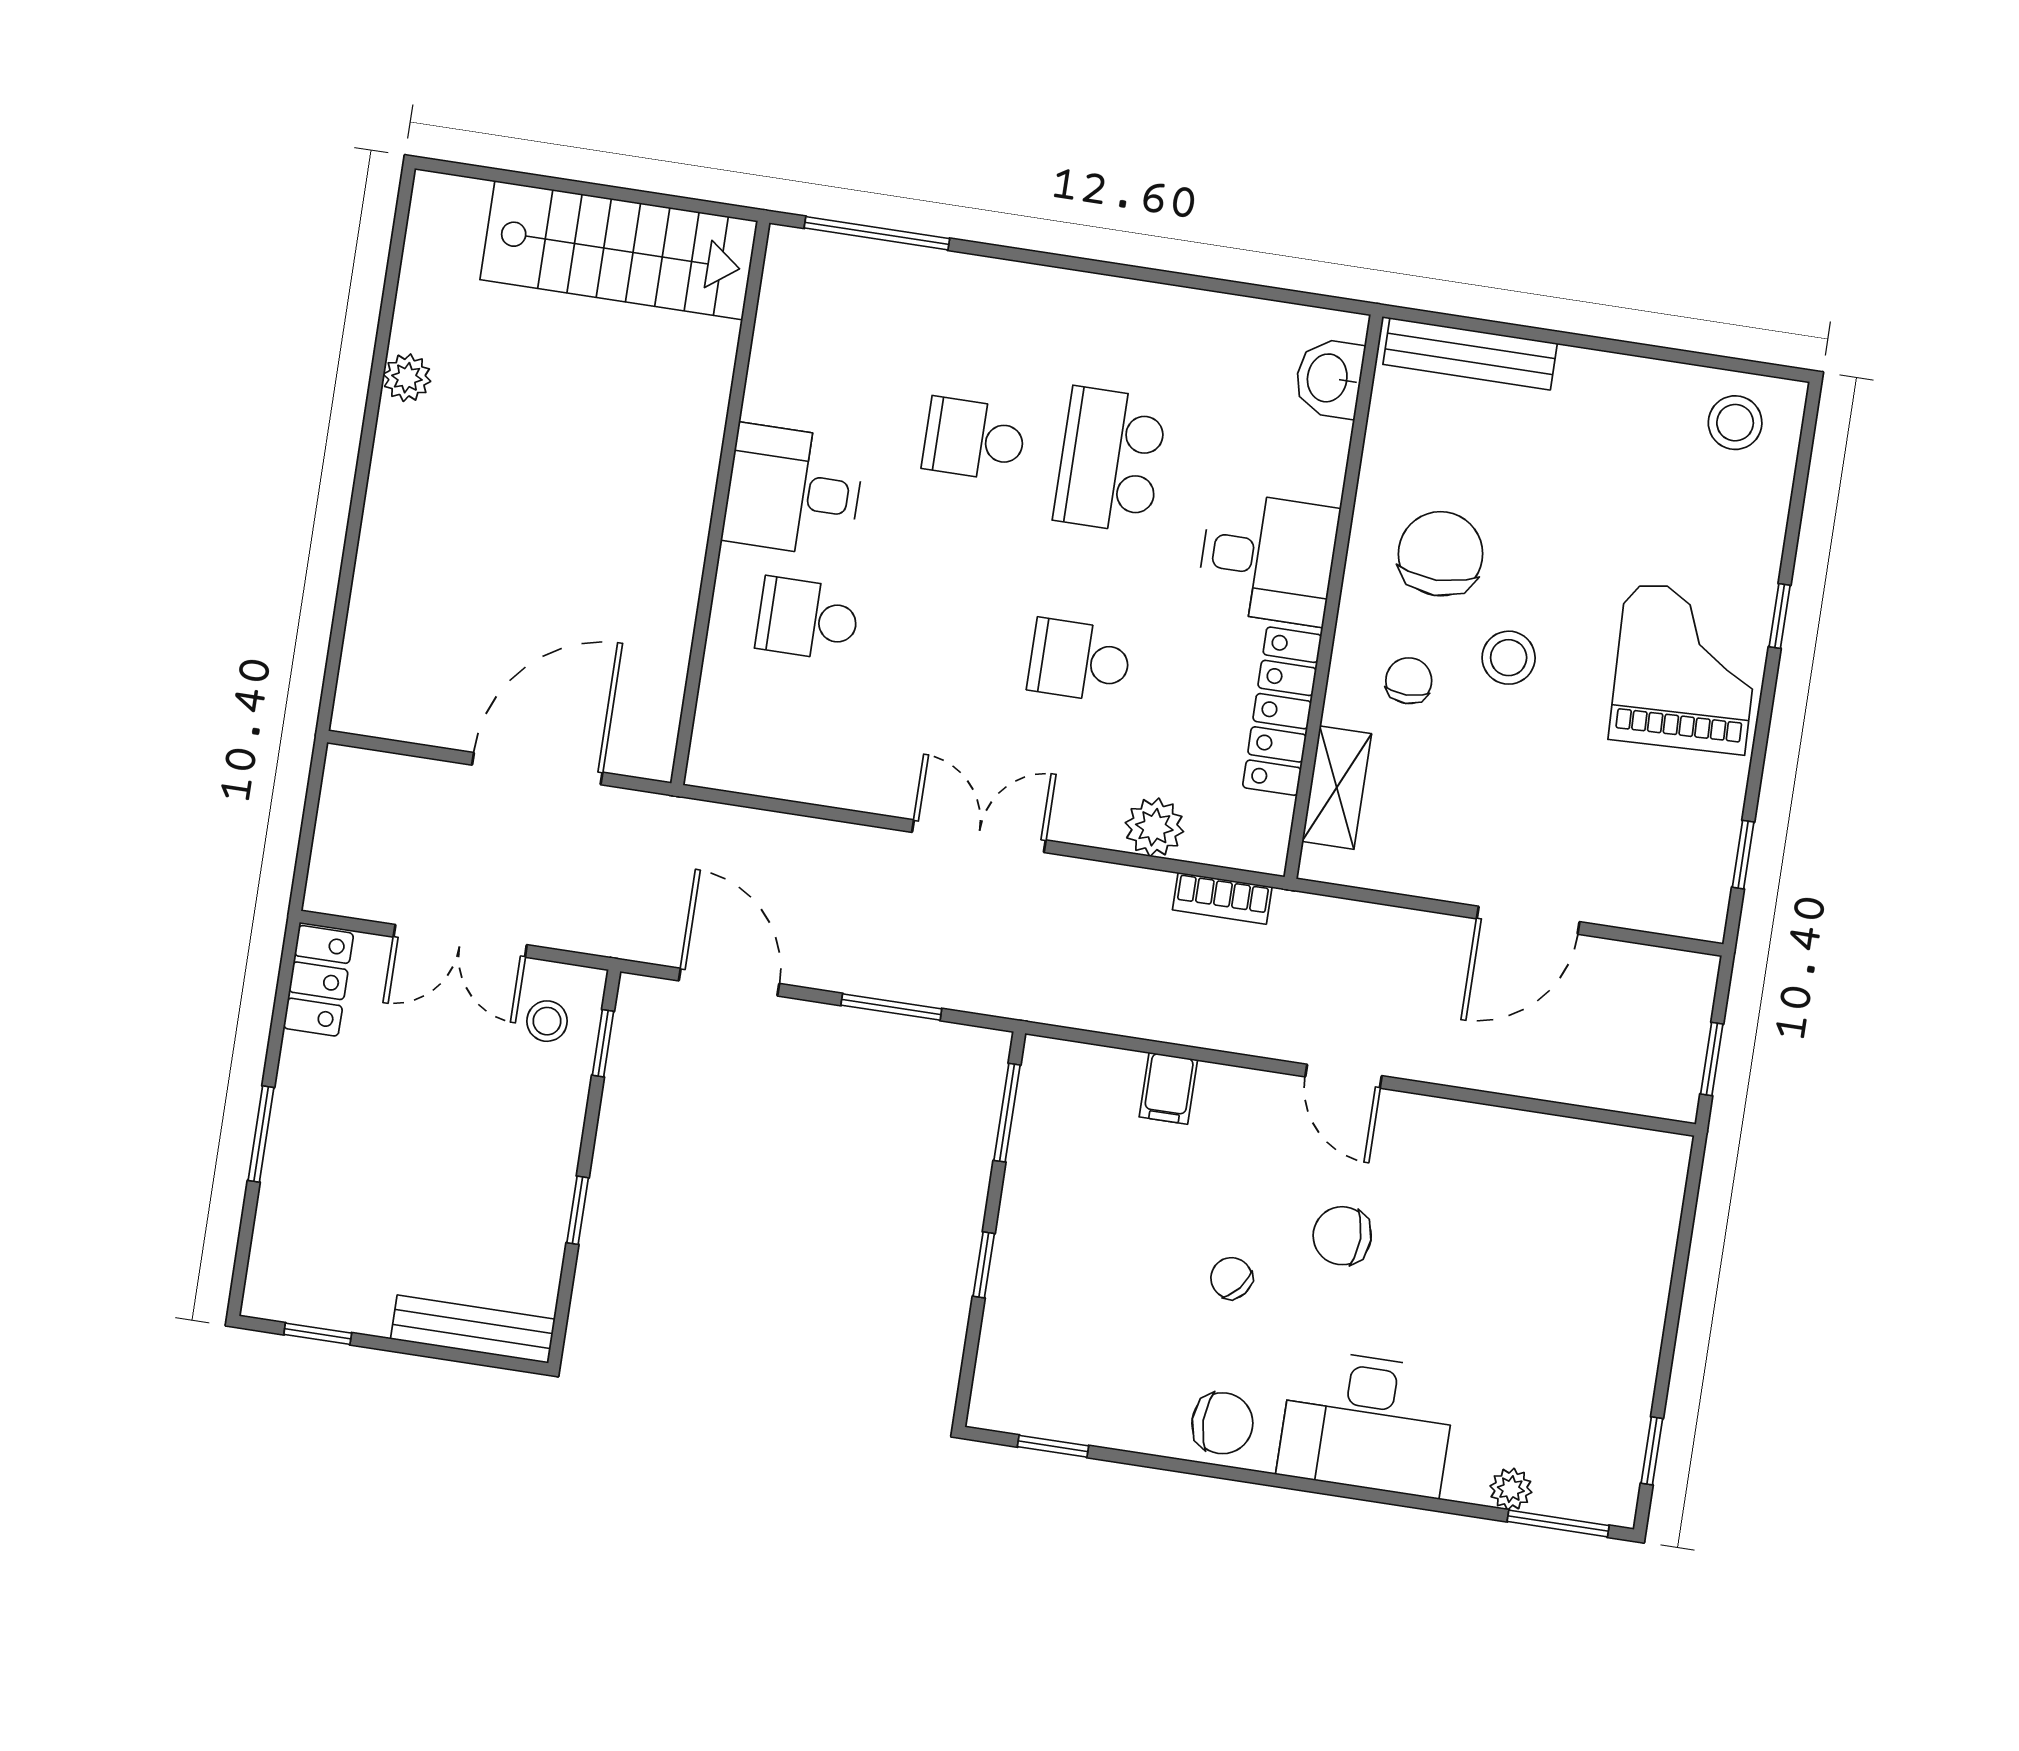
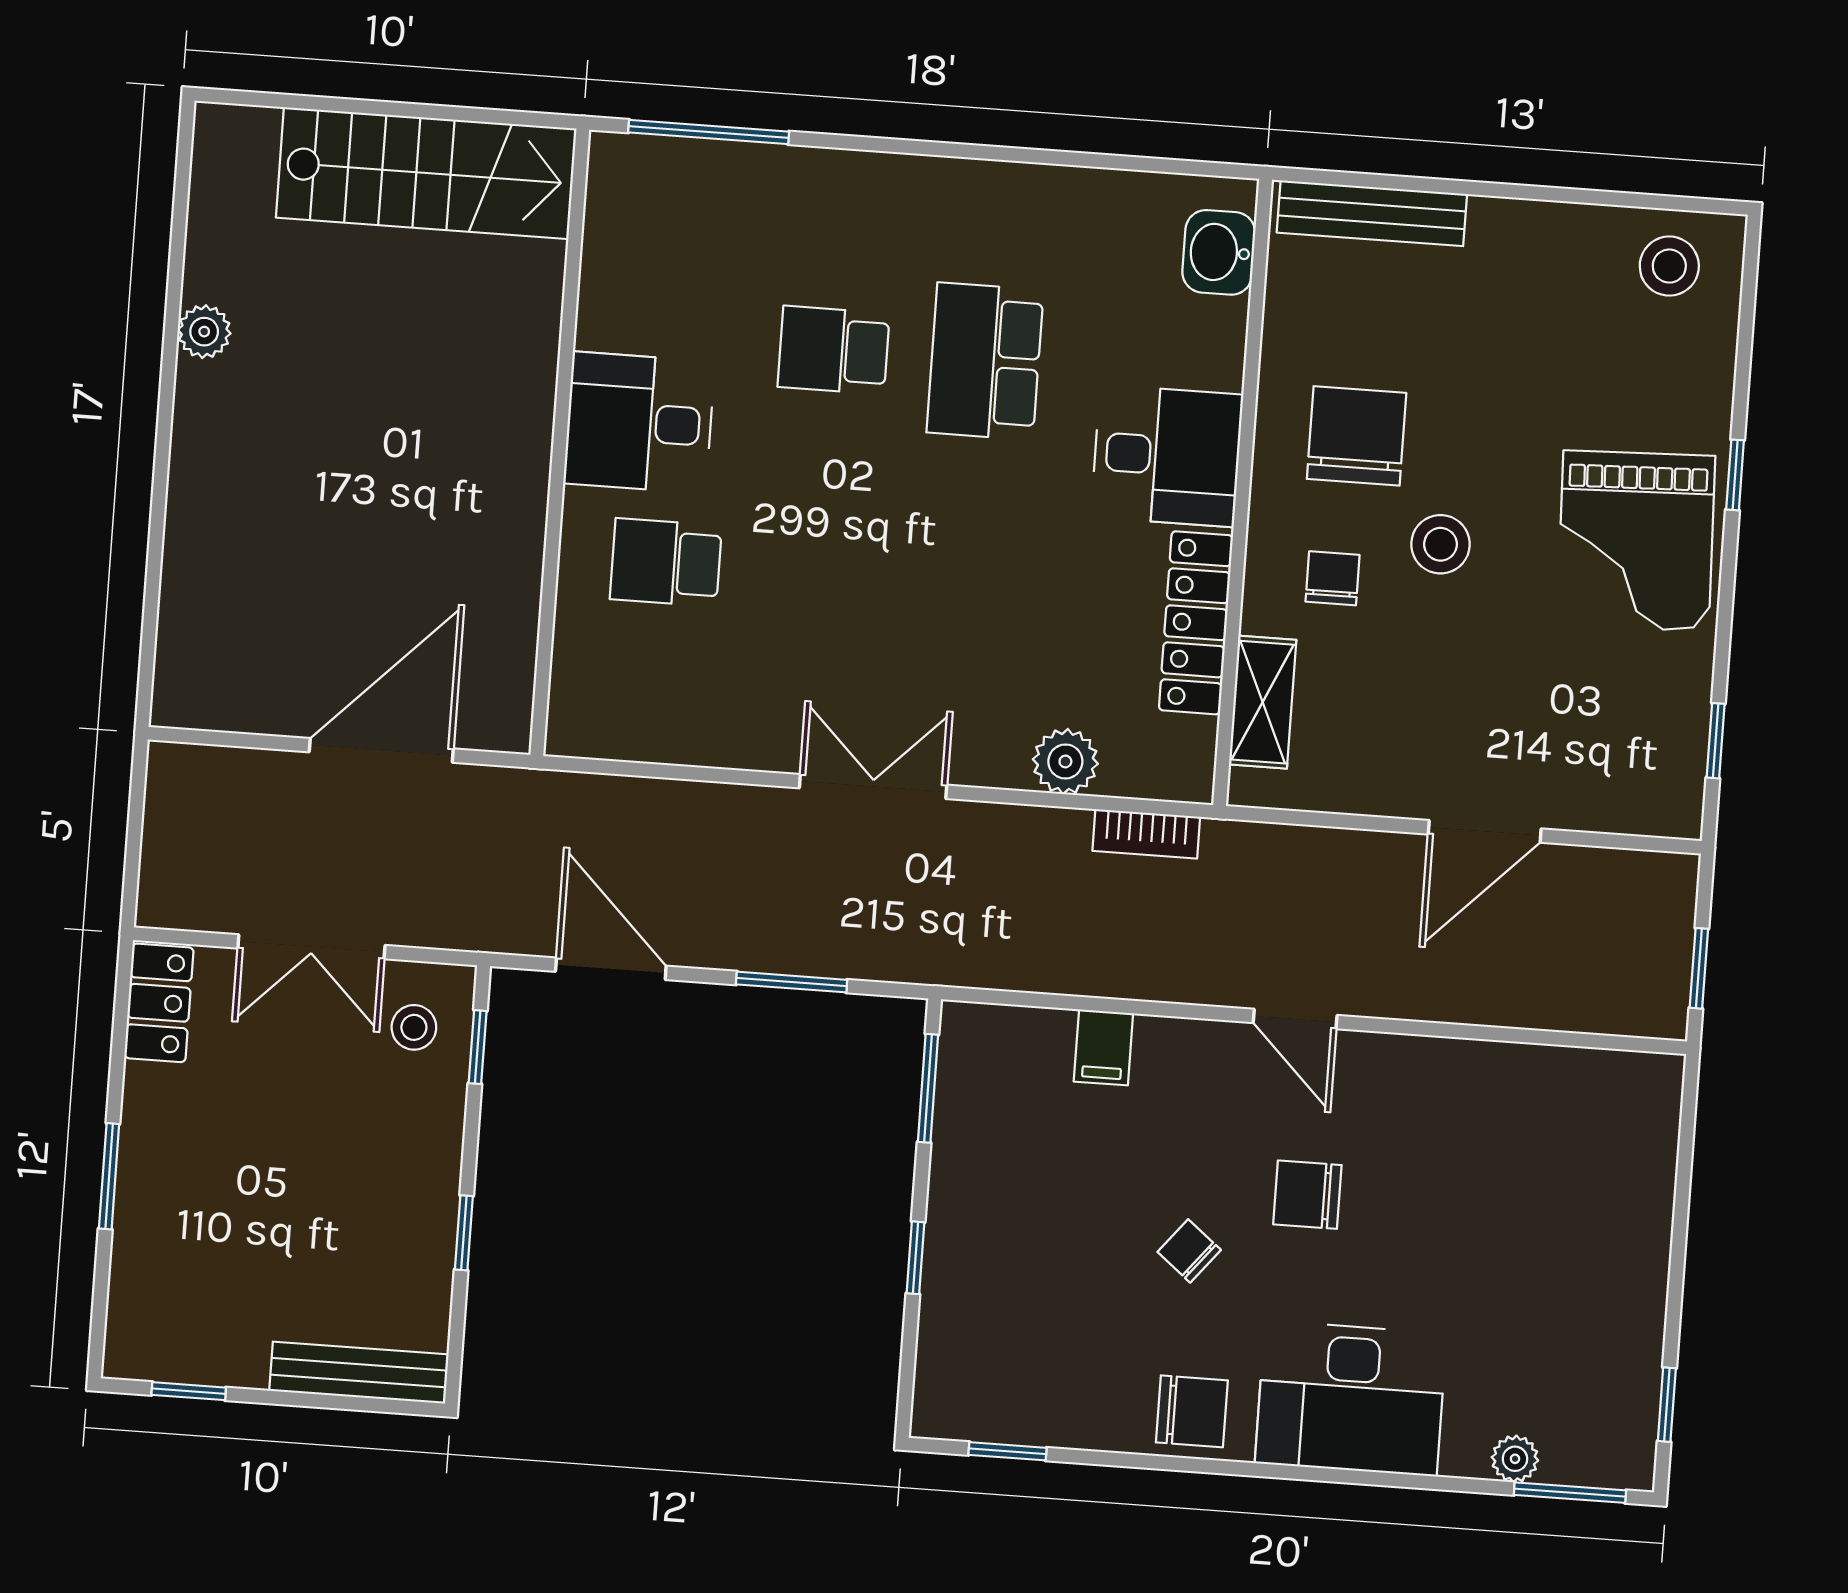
school desk: (1080, 661) -> (969, 585), removed
grand piano: (1686, 668) -> (1636, 541), turned 180

